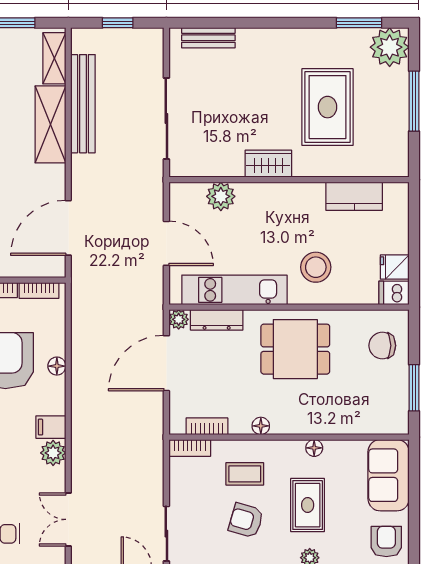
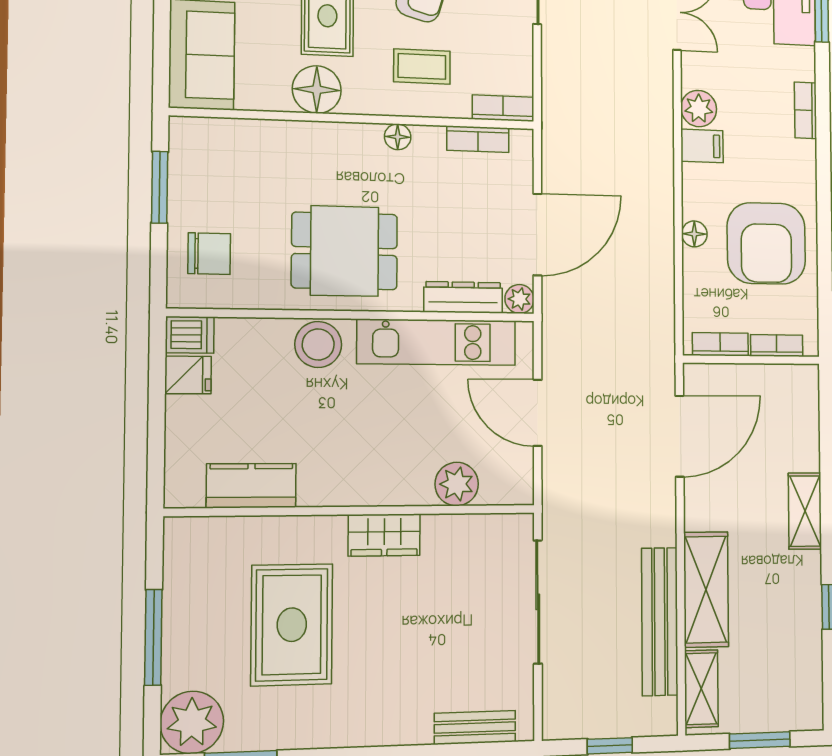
stool: (316, 267) -> (318, 344), moved
floor lamp: (314, 448) -> (317, 90), width x1.89, depth x1.89

